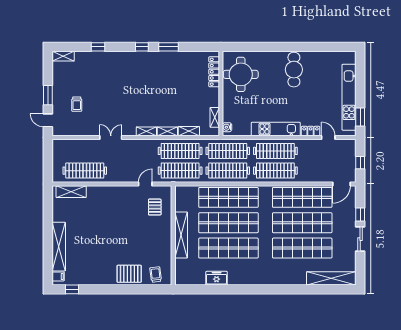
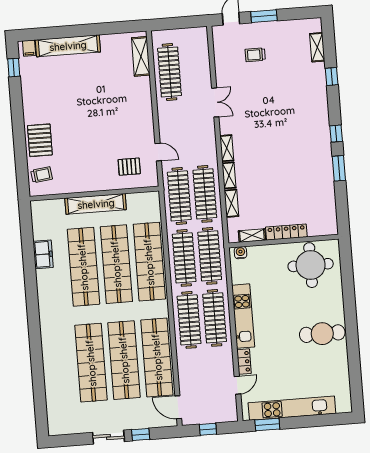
shelving: (63, 56) -> (317, 47), moved
locker: (214, 72) -> (286, 232), moved
shelving: (331, 278) -> (54, 404), removed

